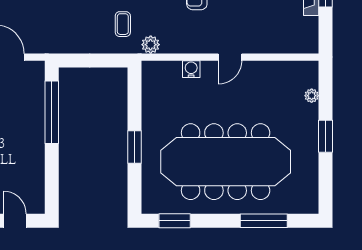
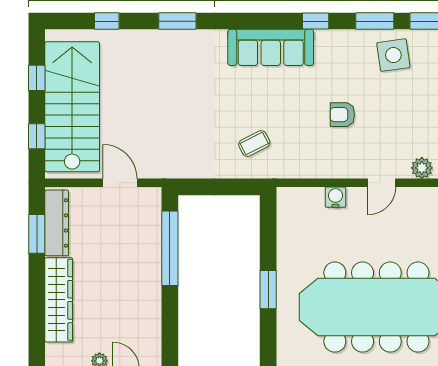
coffee table: (123, 24) -> (254, 143), turned 63
plant: (151, 45) -> (422, 168), moved

